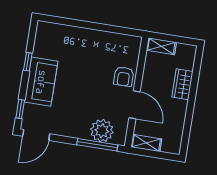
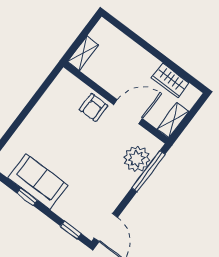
armchair: (124, 77) -> (94, 108), turned 90
sofa: (41, 82) -> (38, 182), moved
wardrobe: (182, 84) -> (170, 80), moved

